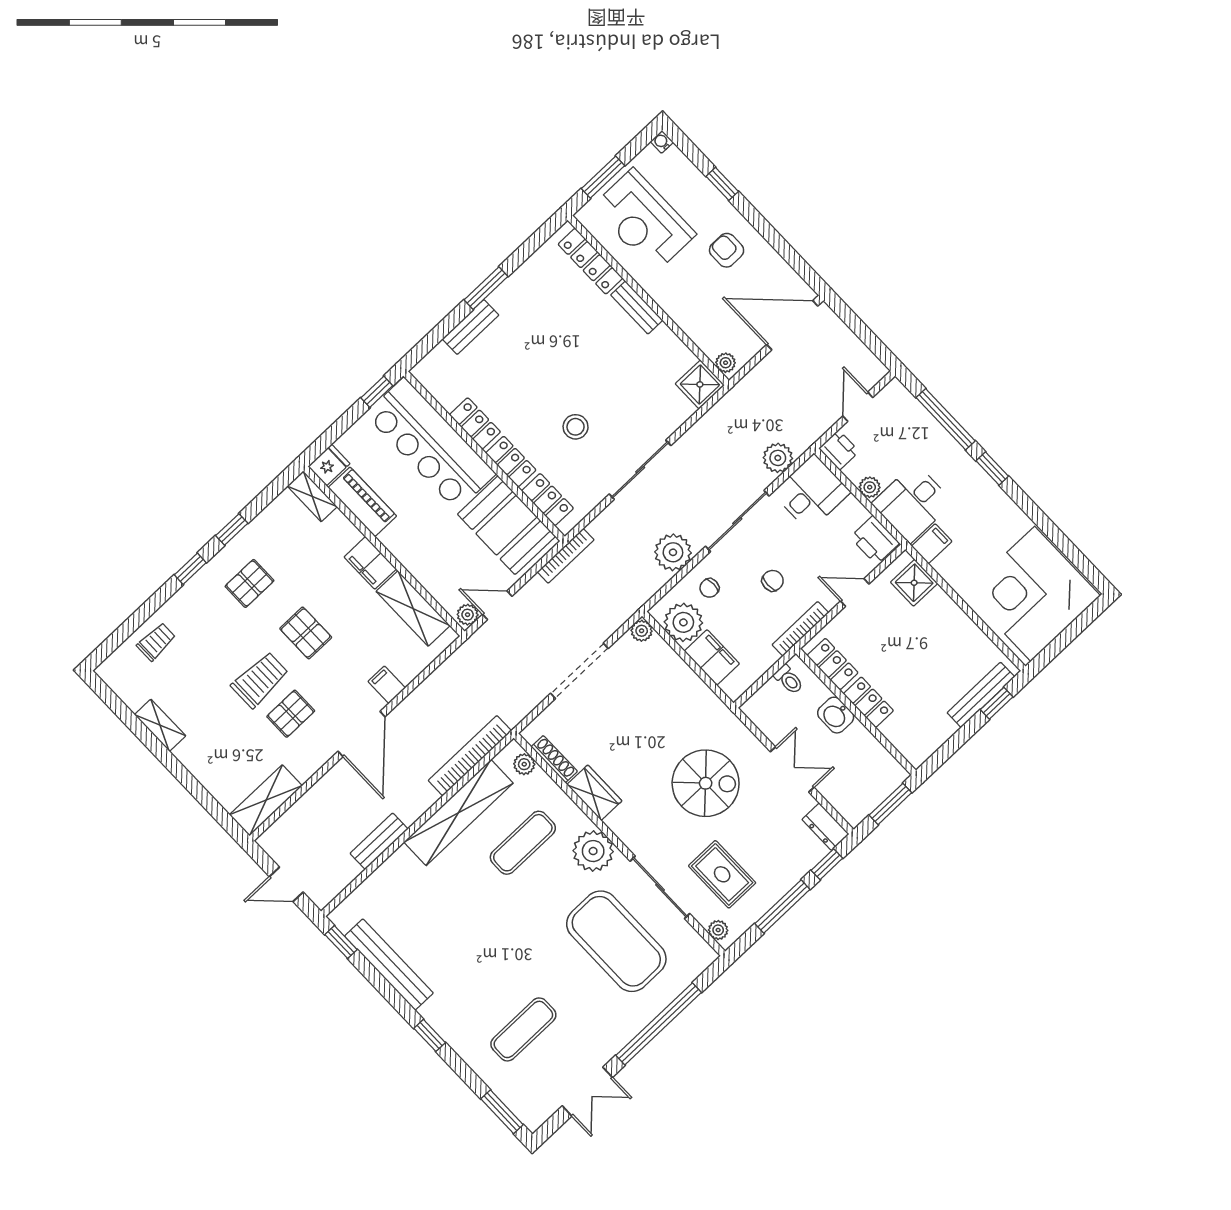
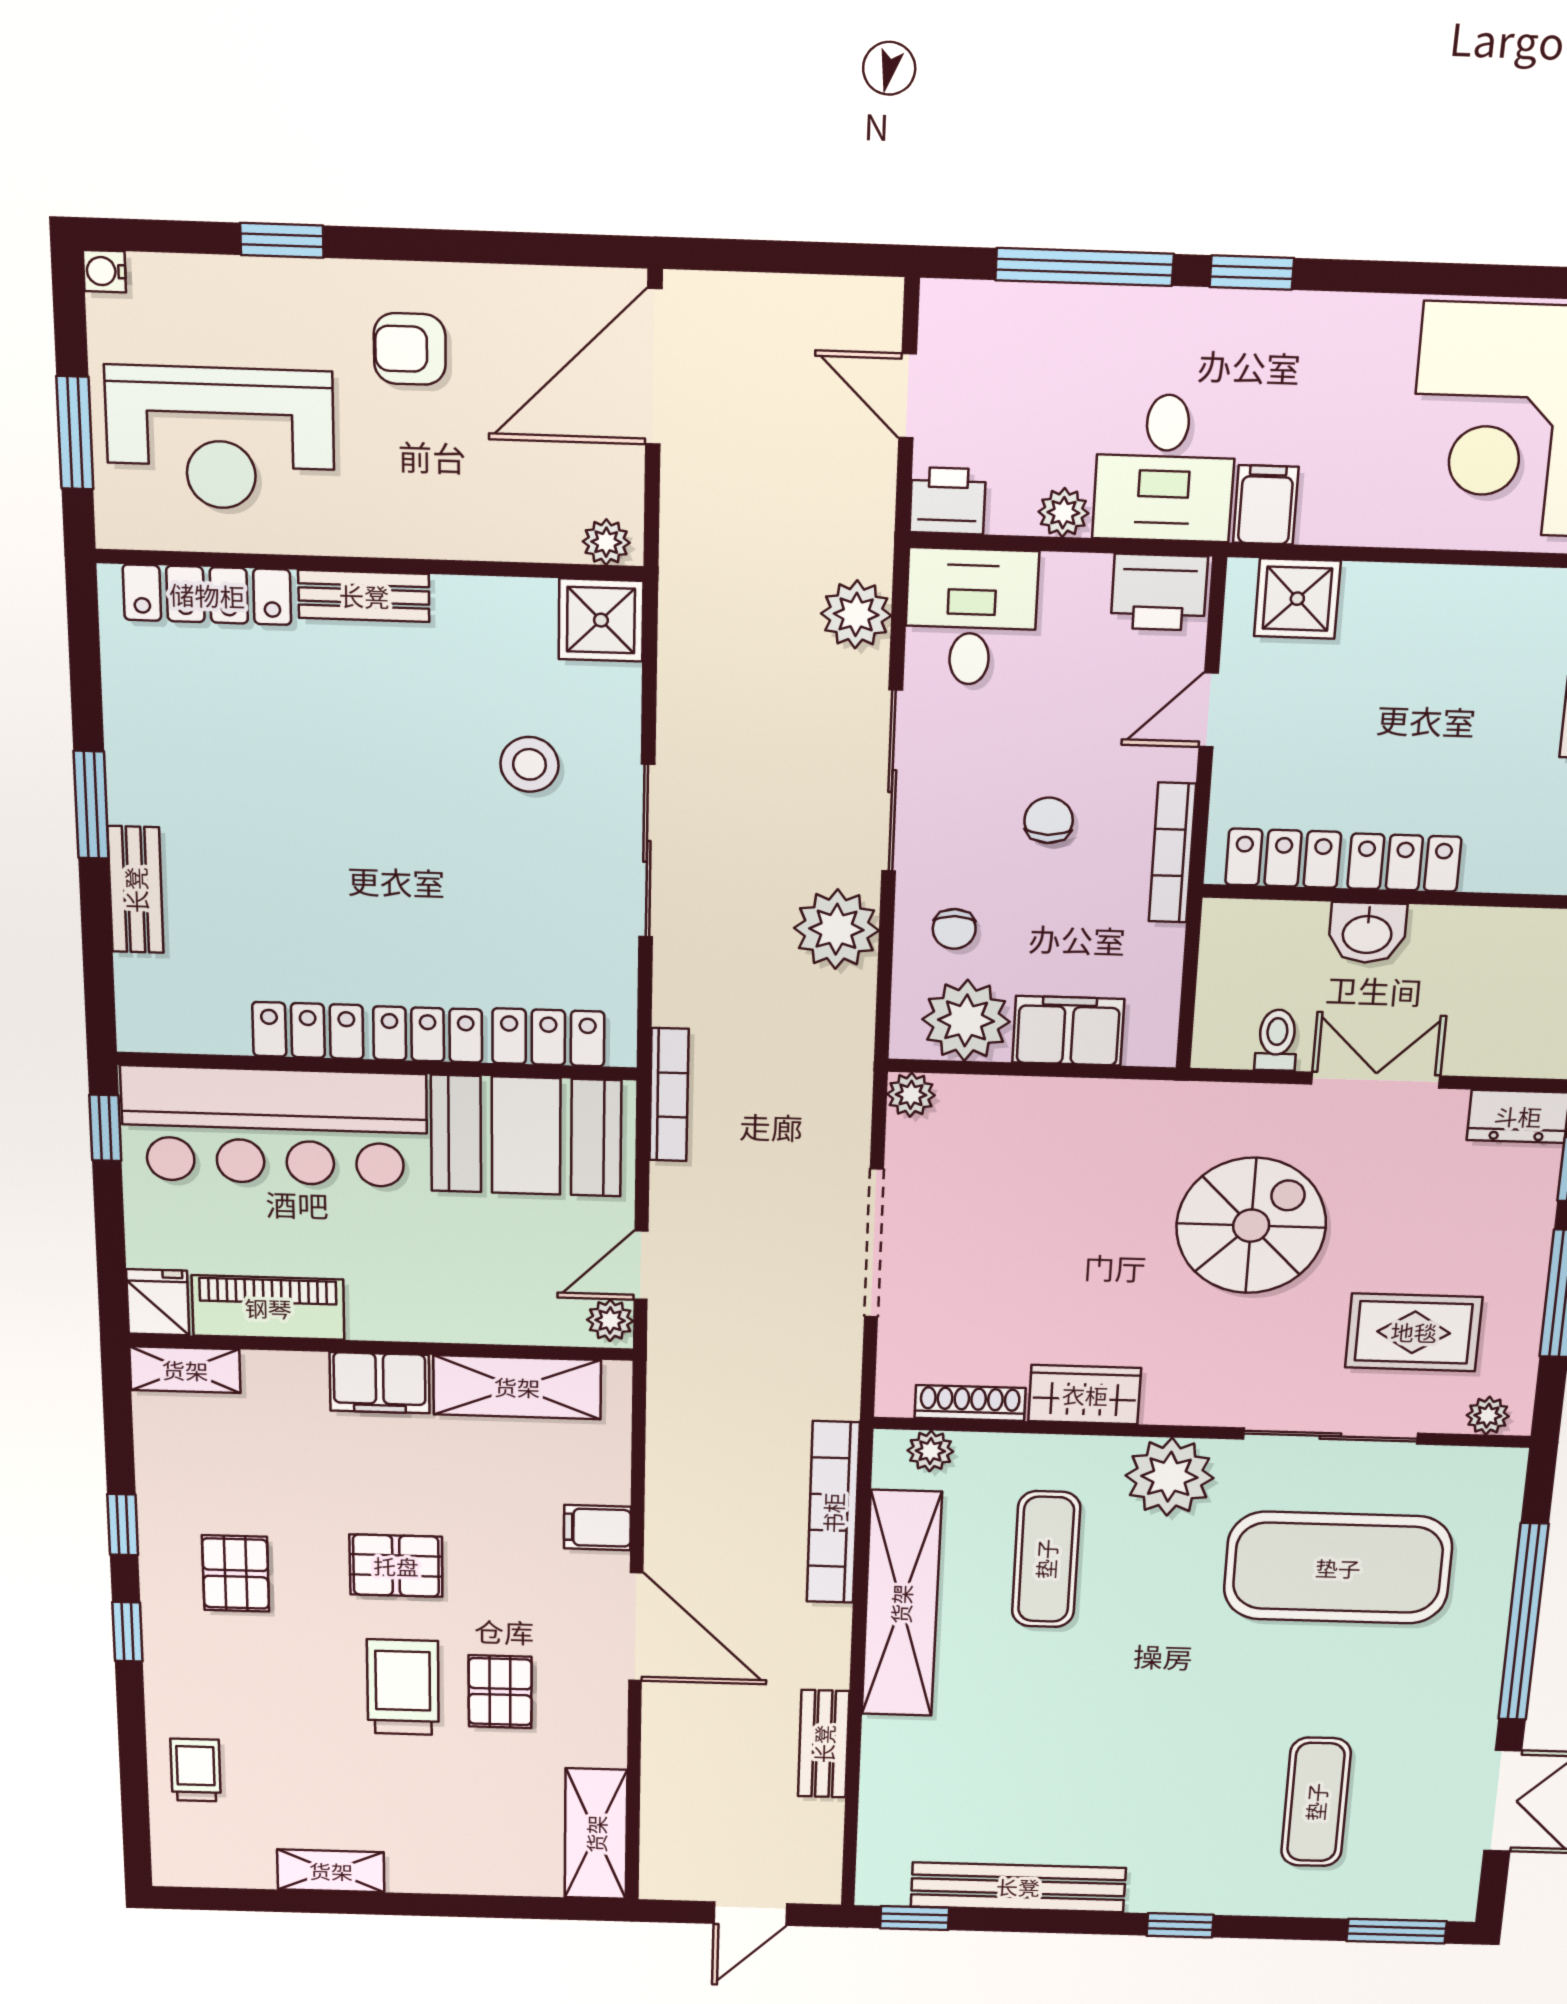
stool: (576, 427) -> (529, 764), moved
toilet: (789, 680) -> (1277, 1040), moved, turned -90

